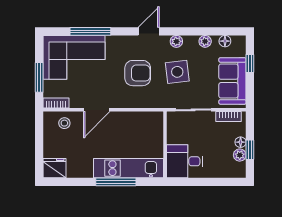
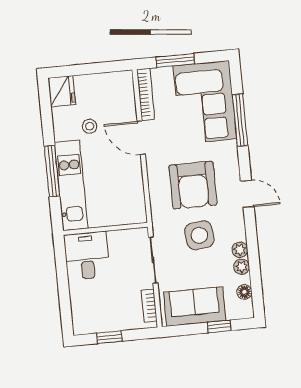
plant: (176, 41) -> (240, 250), moved
armchair: (138, 73) -> (193, 185), width x1.36, depth x1.36
bookcase: (56, 103) -> (146, 94), width x1.56
stool: (64, 123) -> (90, 126), moved
floor lamp: (241, 142) -> (118, 324), removed
plant: (240, 155) -> (102, 325), removed

